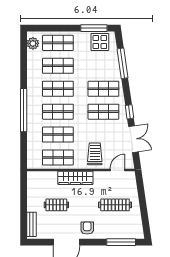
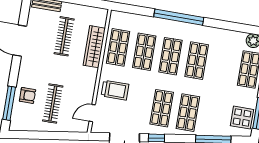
shop shelf: (58, 66) -> (223, 65), removed
door: (118, 170) -> (92, 113), swing flipped
wardrobe: (75, 178) -> (94, 47), moved
clothes rail: (56, 205) -> (64, 36), width x1.36
armchair: (87, 228) -> (28, 95), moved

